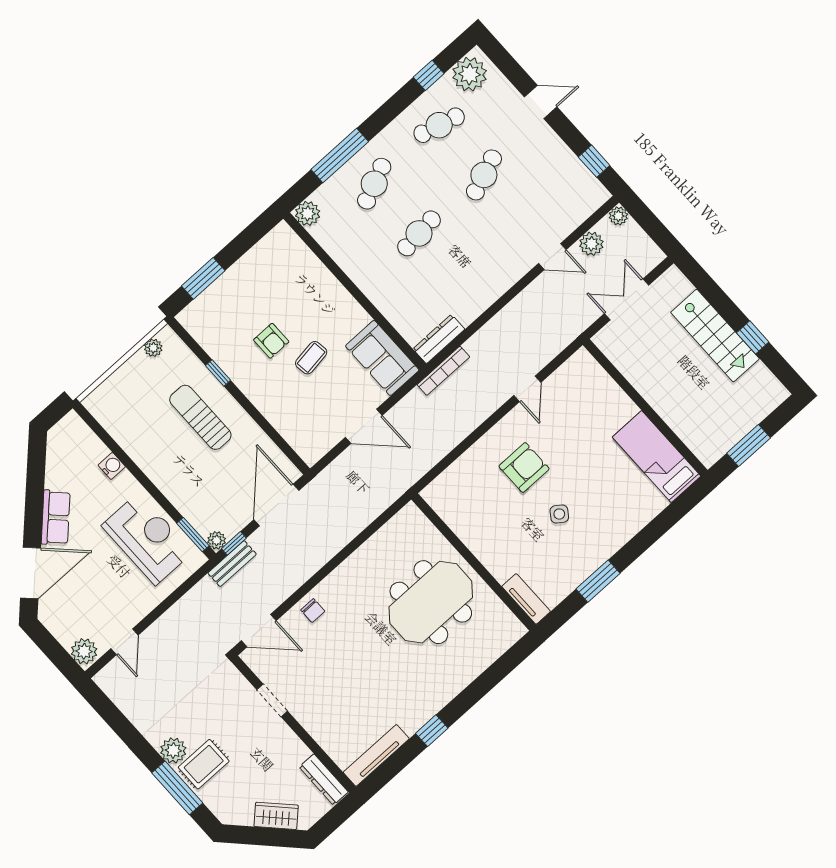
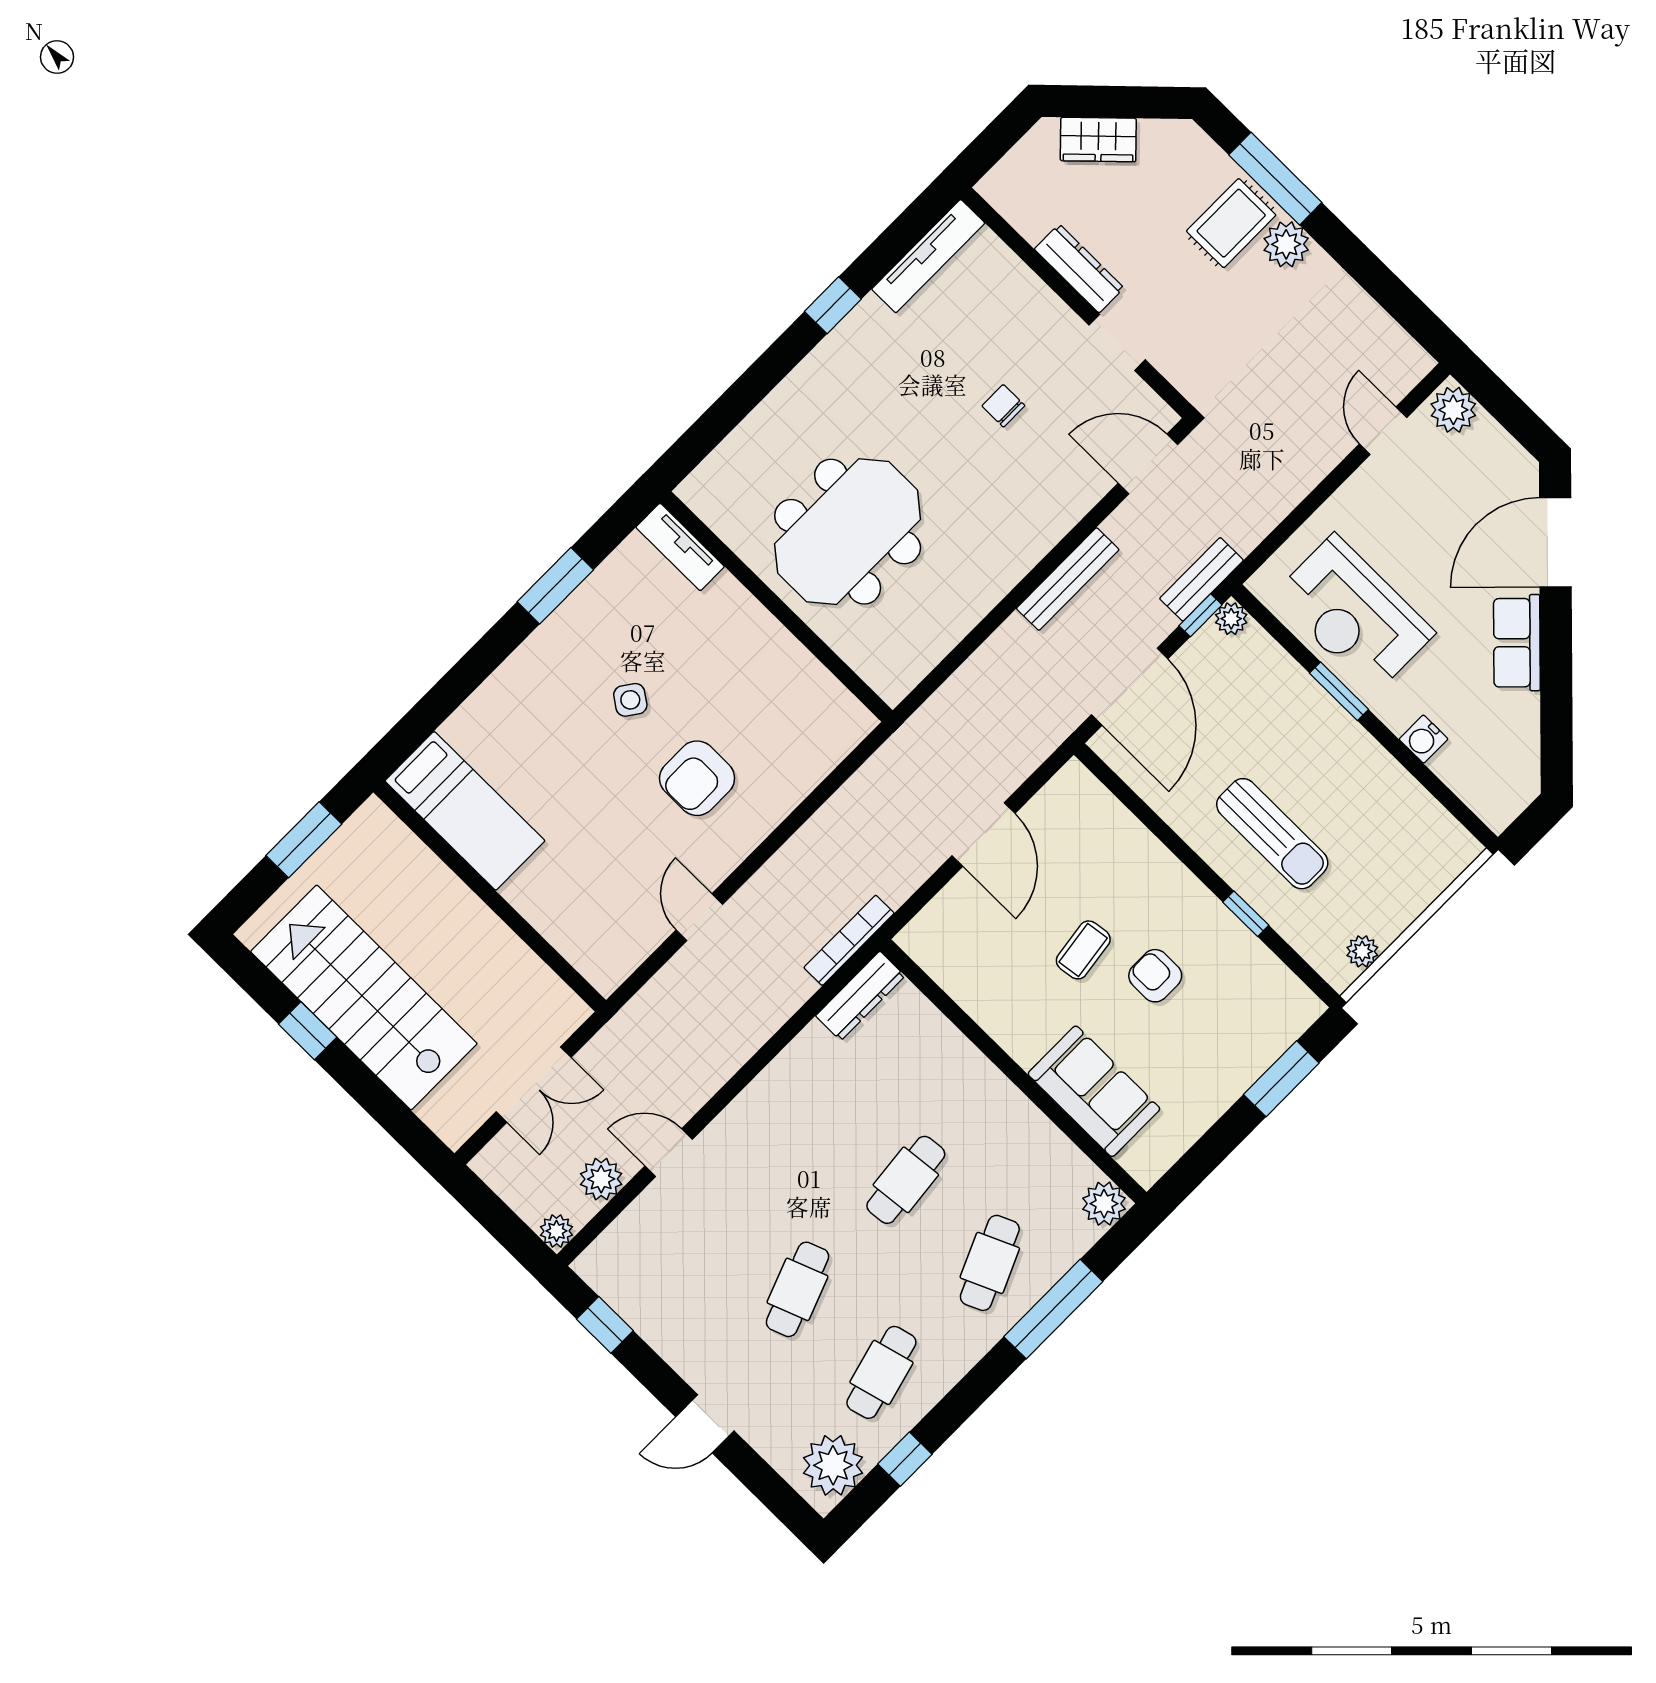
cafe table: (439, 125) -> (881, 1372), turned -30
stairs: (715, 336) -> (364, 998), width x1.36, depth x1.51
sofa: (382, 358) -> (1094, 1091), moved
door: (364, 426) -> (983, 834), swing flipped
window: (193, 535) -> (1339, 691), moved
bench: (308, 568) -> (1068, 579), added
chair: (313, 611) -> (1003, 406), moved
dresser: (324, 780) -> (1079, 268), moved

